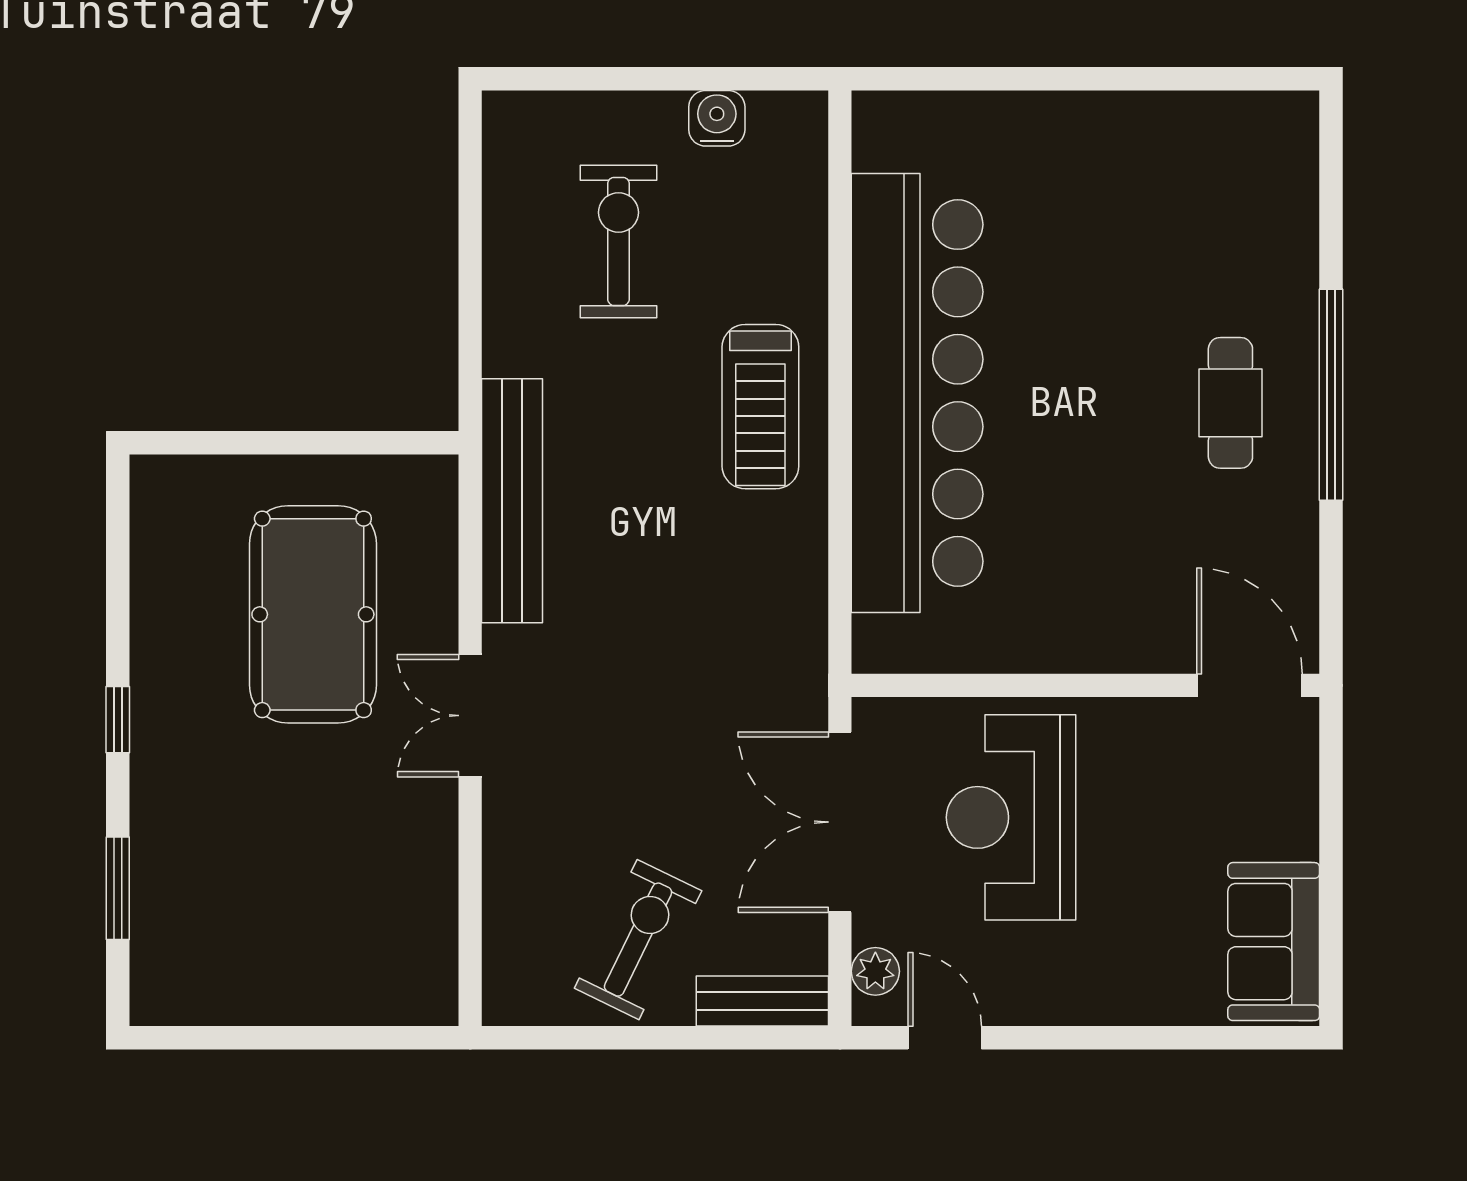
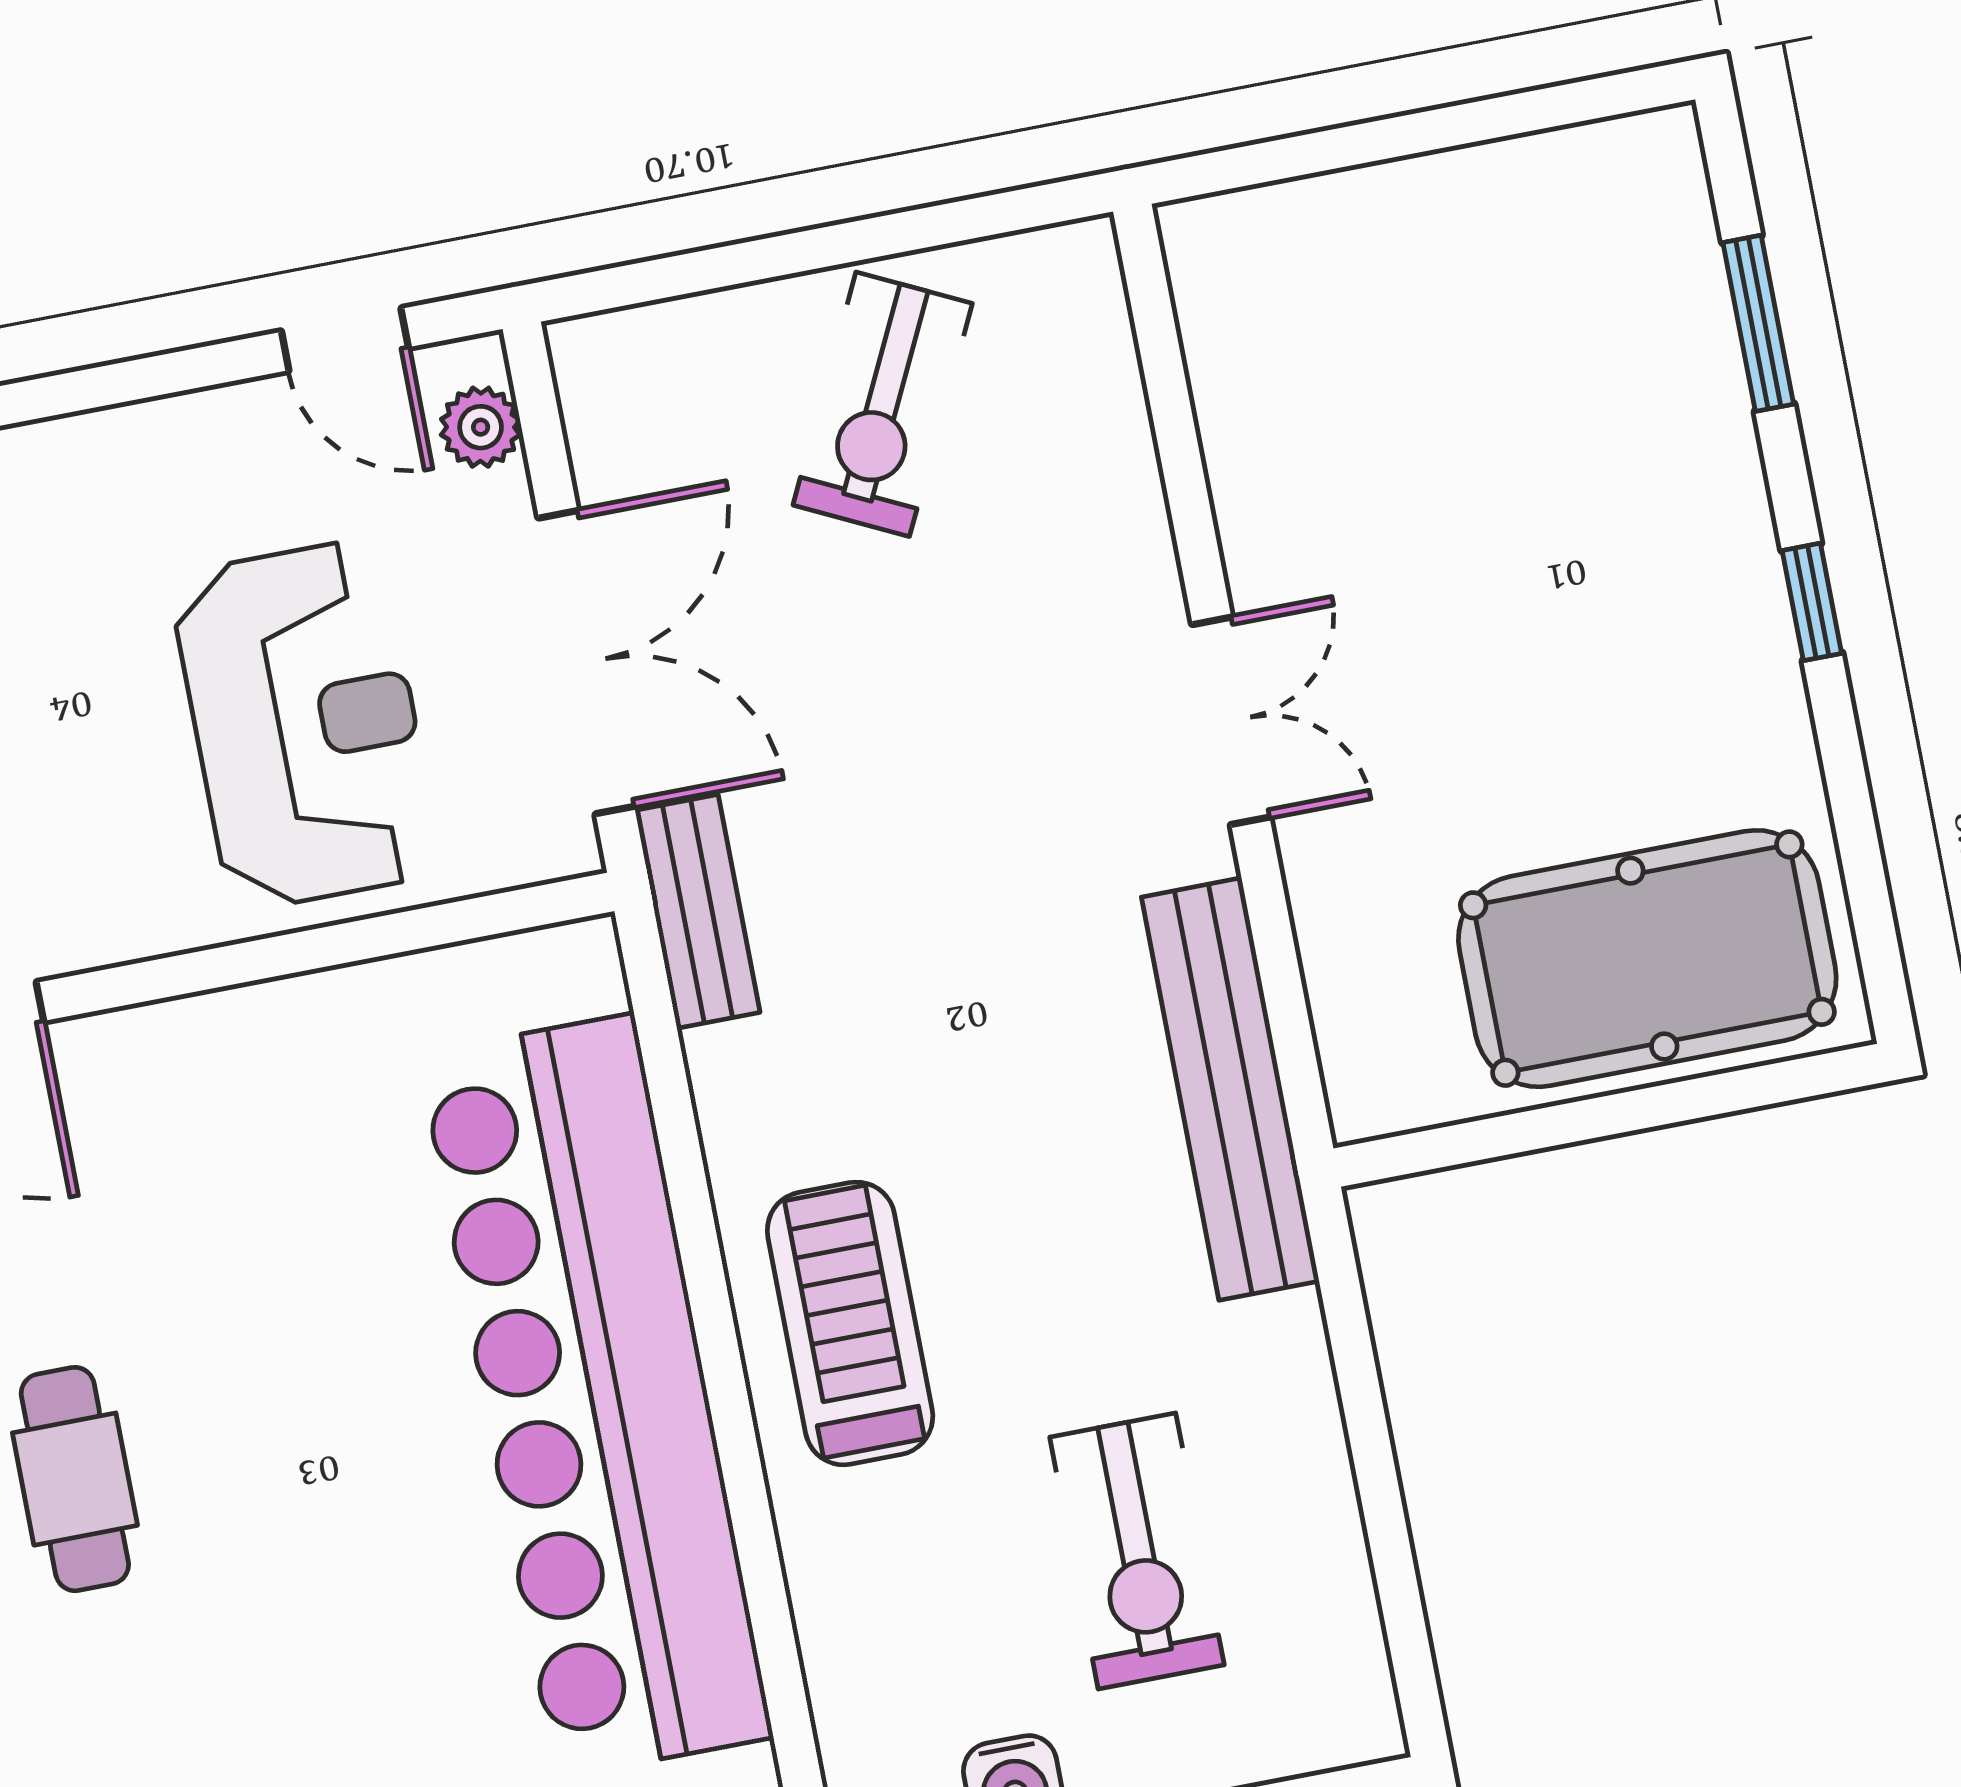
pool table: (313, 614) -> (1647, 959), moved, turned 90
bench: (762, 1001) -> (697, 911), moved, turned 90

